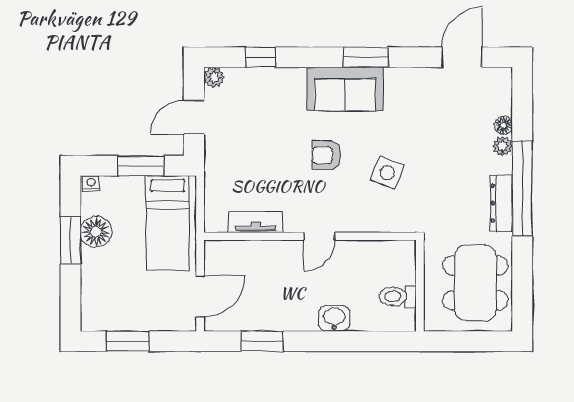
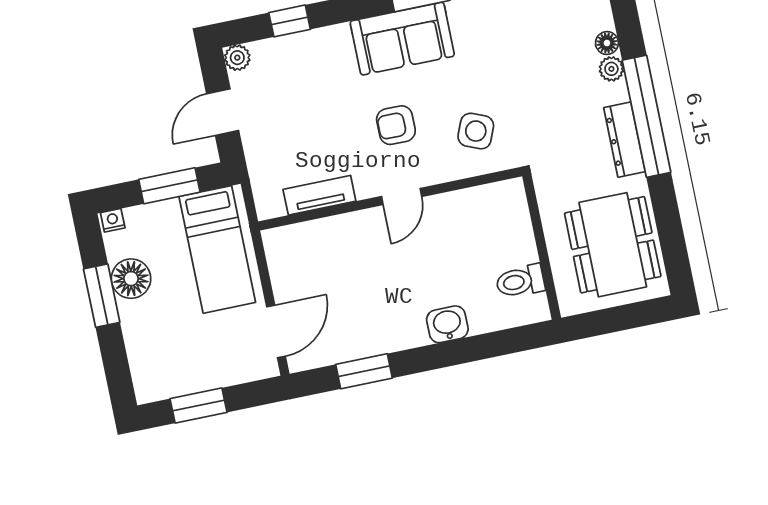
tv unit: (256, 222) -> (319, 195), moved
wall: (310, 236) -> (390, 199), moved
door: (319, 236) -> (402, 196), moved

